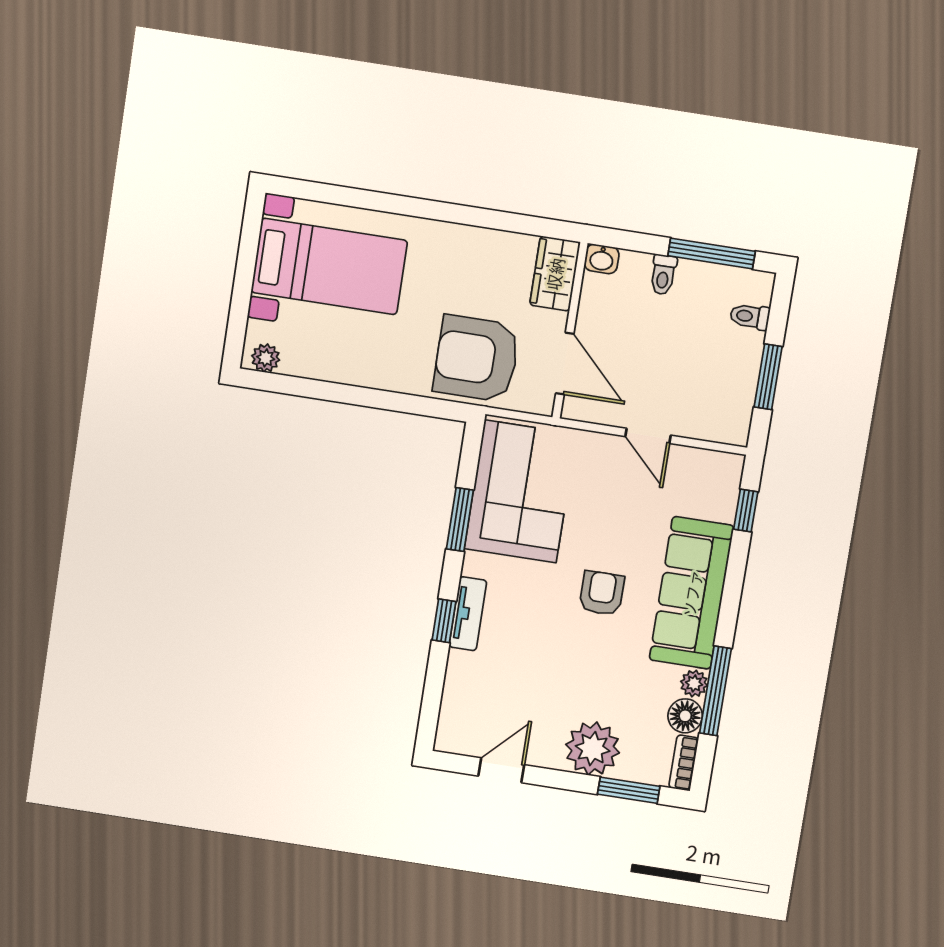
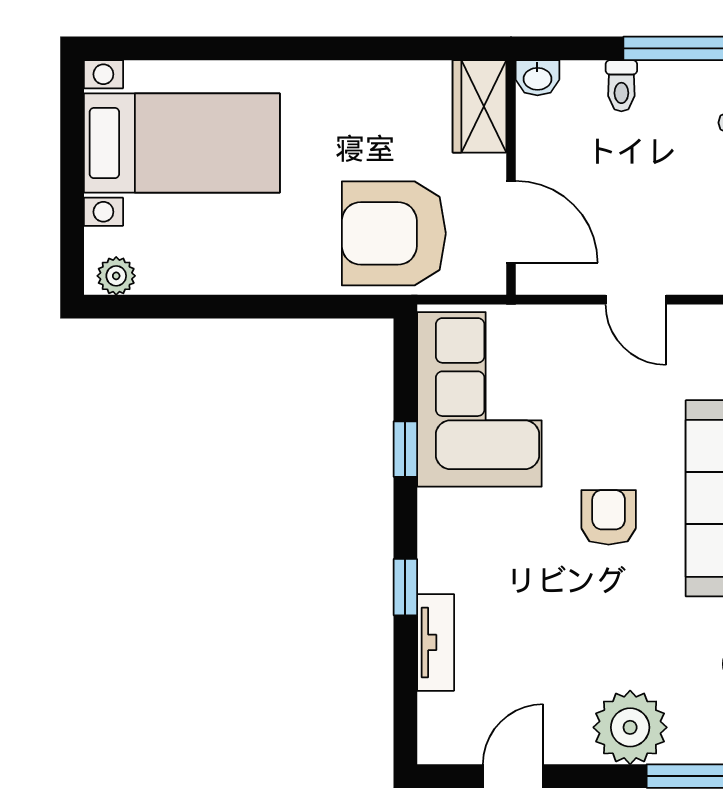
window: (460, 520) -> (405, 449), width x0.67
tv unit: (468, 614) -> (436, 642), moved

